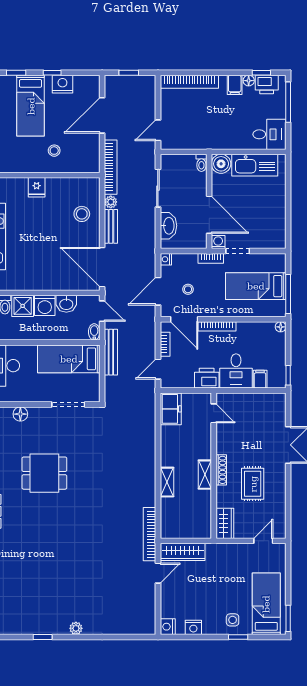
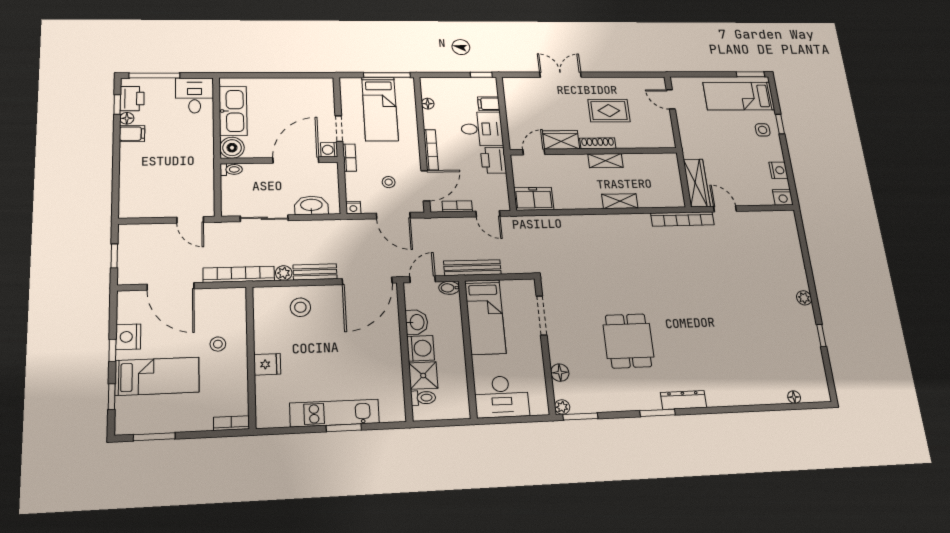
bookcase: (189, 82) -> (127, 185), removed
floor lamp: (281, 327) -> (428, 104), moved
wardrobe: (225, 523) -> (561, 140), moved

